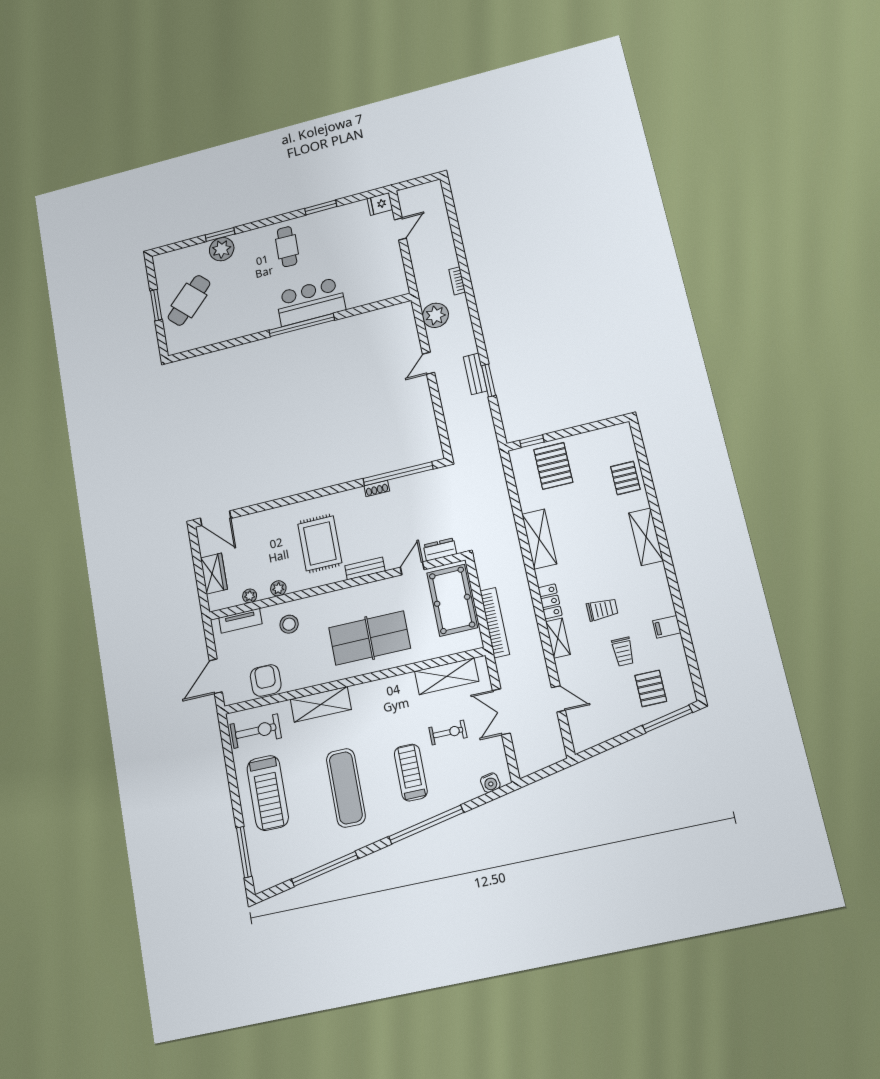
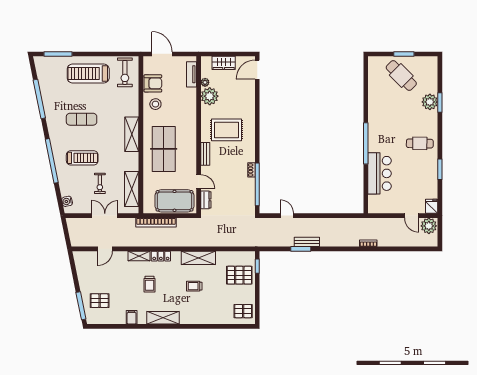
bar counter: (311, 302) -> (380, 173), moved
plant: (435, 315) -> (429, 226), moved
door: (428, 363) -> (287, 216), moved
pallet: (625, 478) -> (243, 311), moved
shelving: (646, 537) -> (163, 318), moved
plant: (278, 588) -> (210, 96), width x1.88, depth x1.88
stool: (289, 624) -> (155, 104), moved
trolley: (623, 652) -> (194, 286), moved
shelving: (321, 704) -> (132, 134), moved
exercise mat: (346, 788) -> (82, 119), width x0.73, depth x0.69

